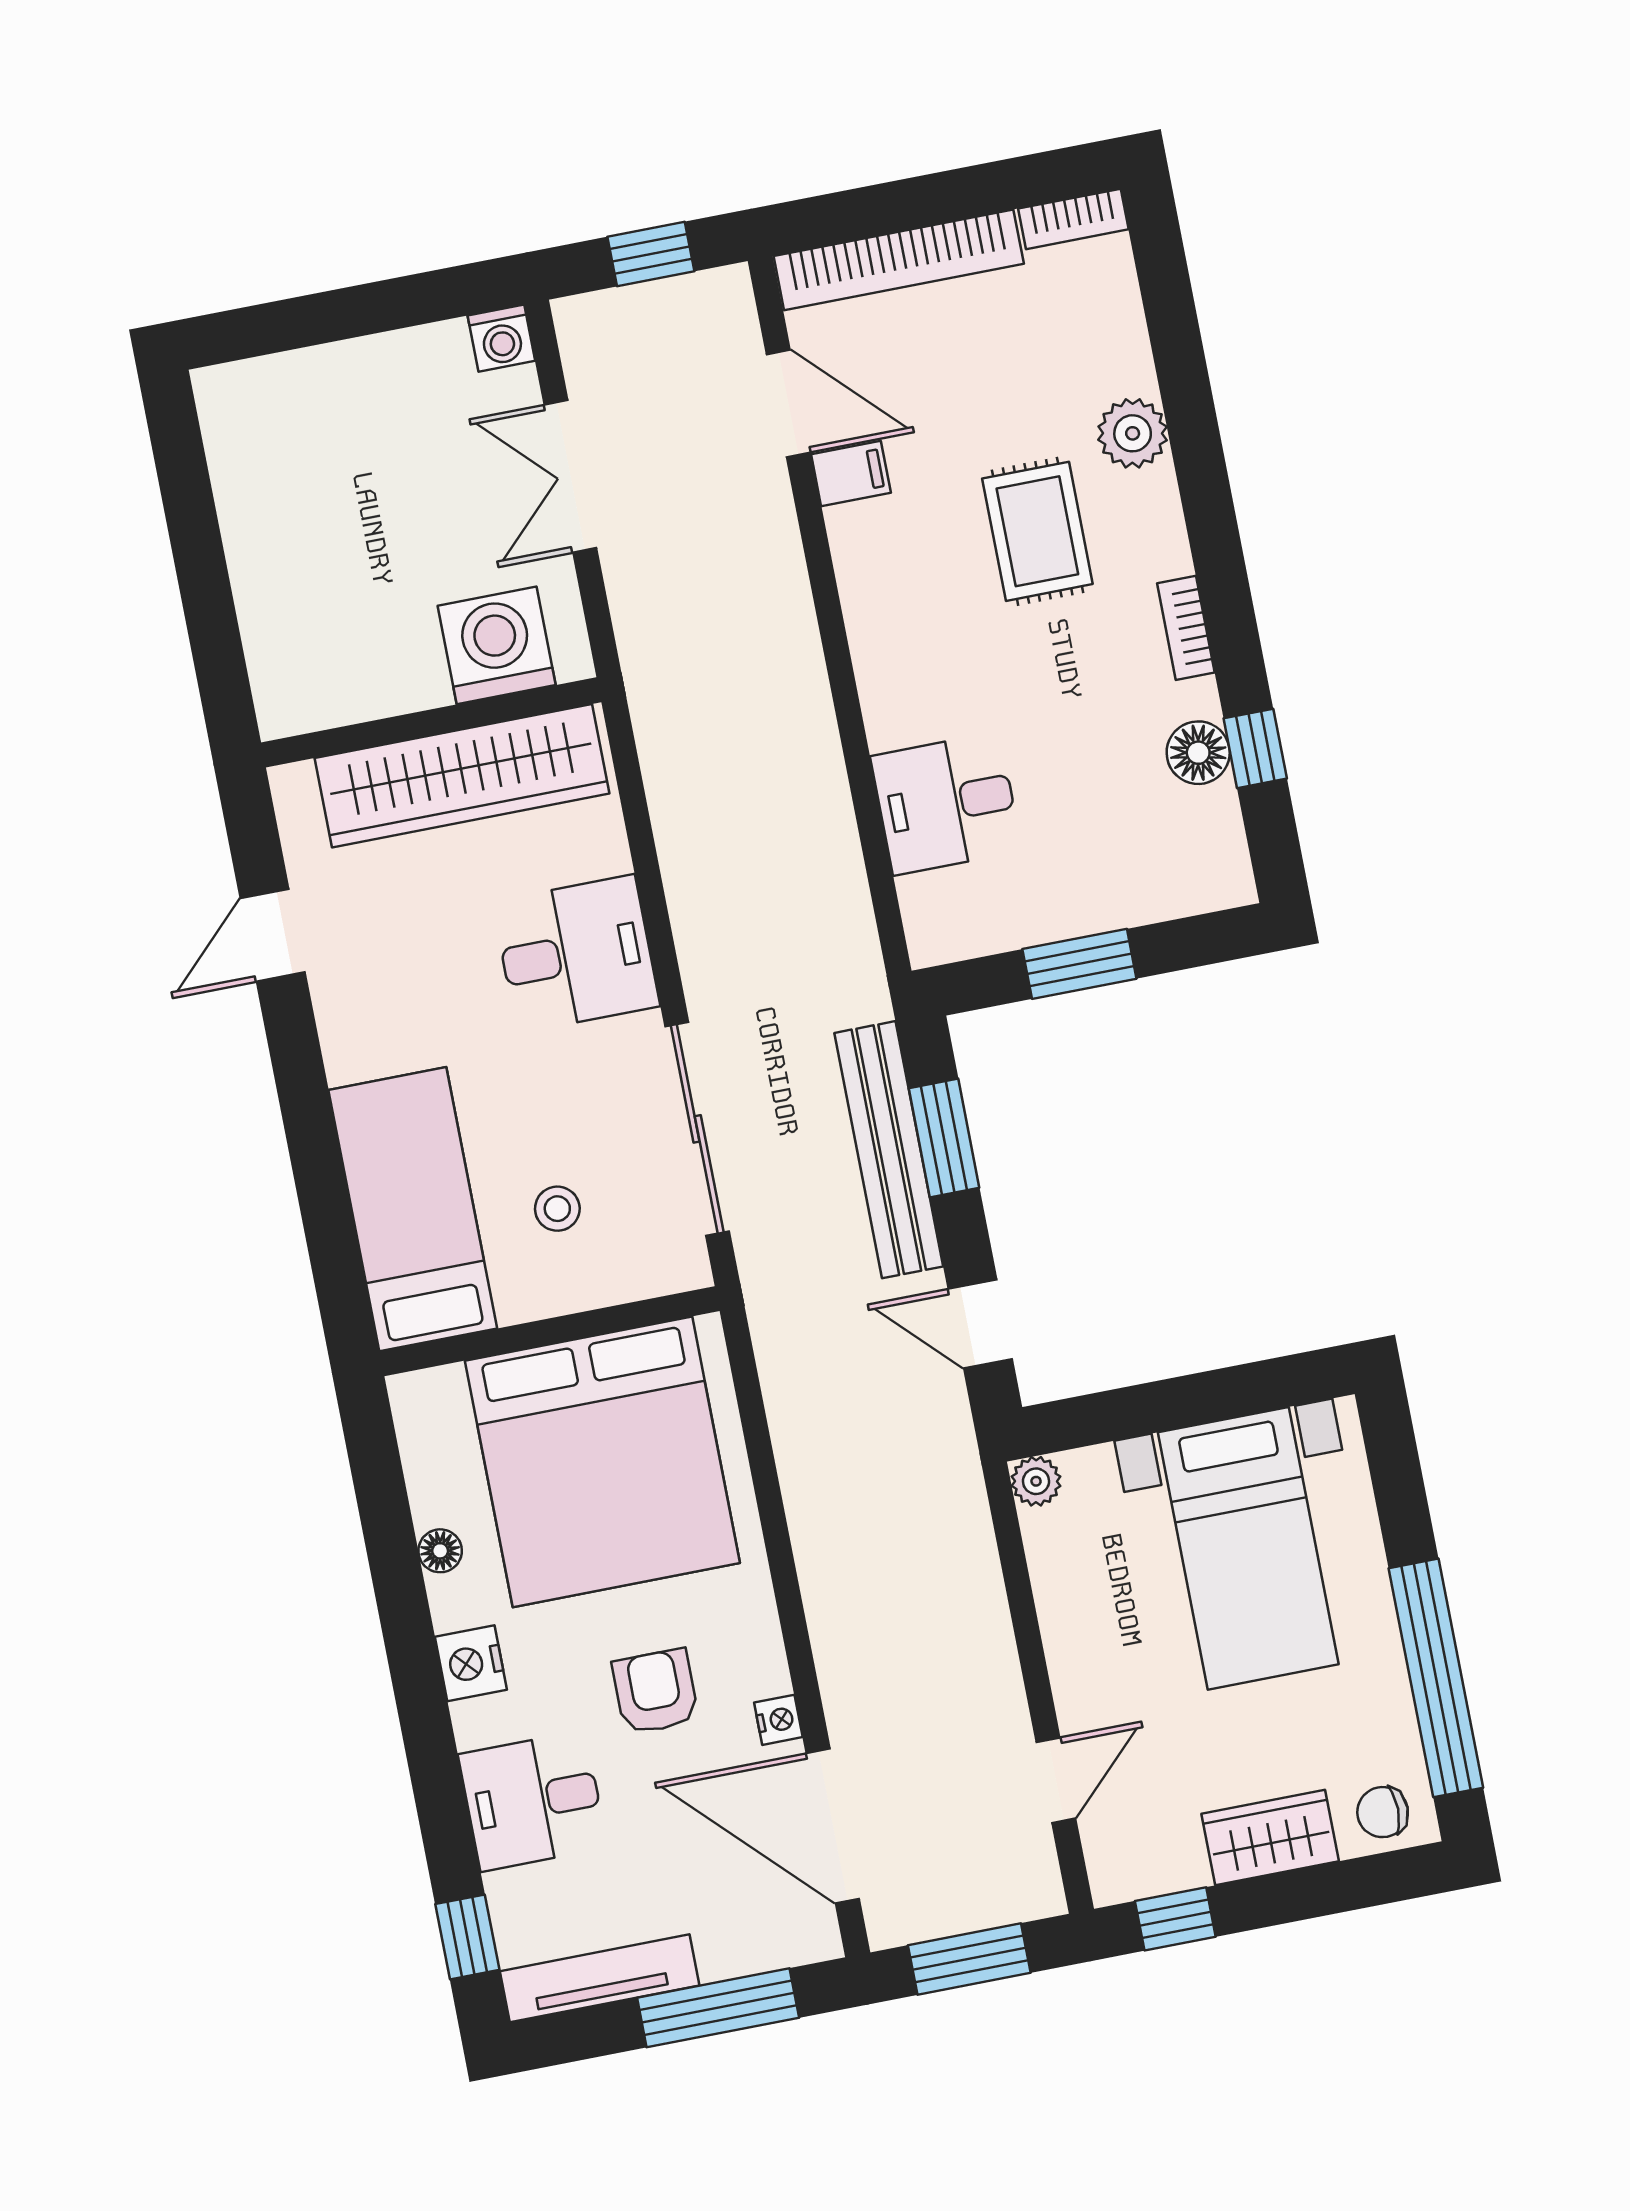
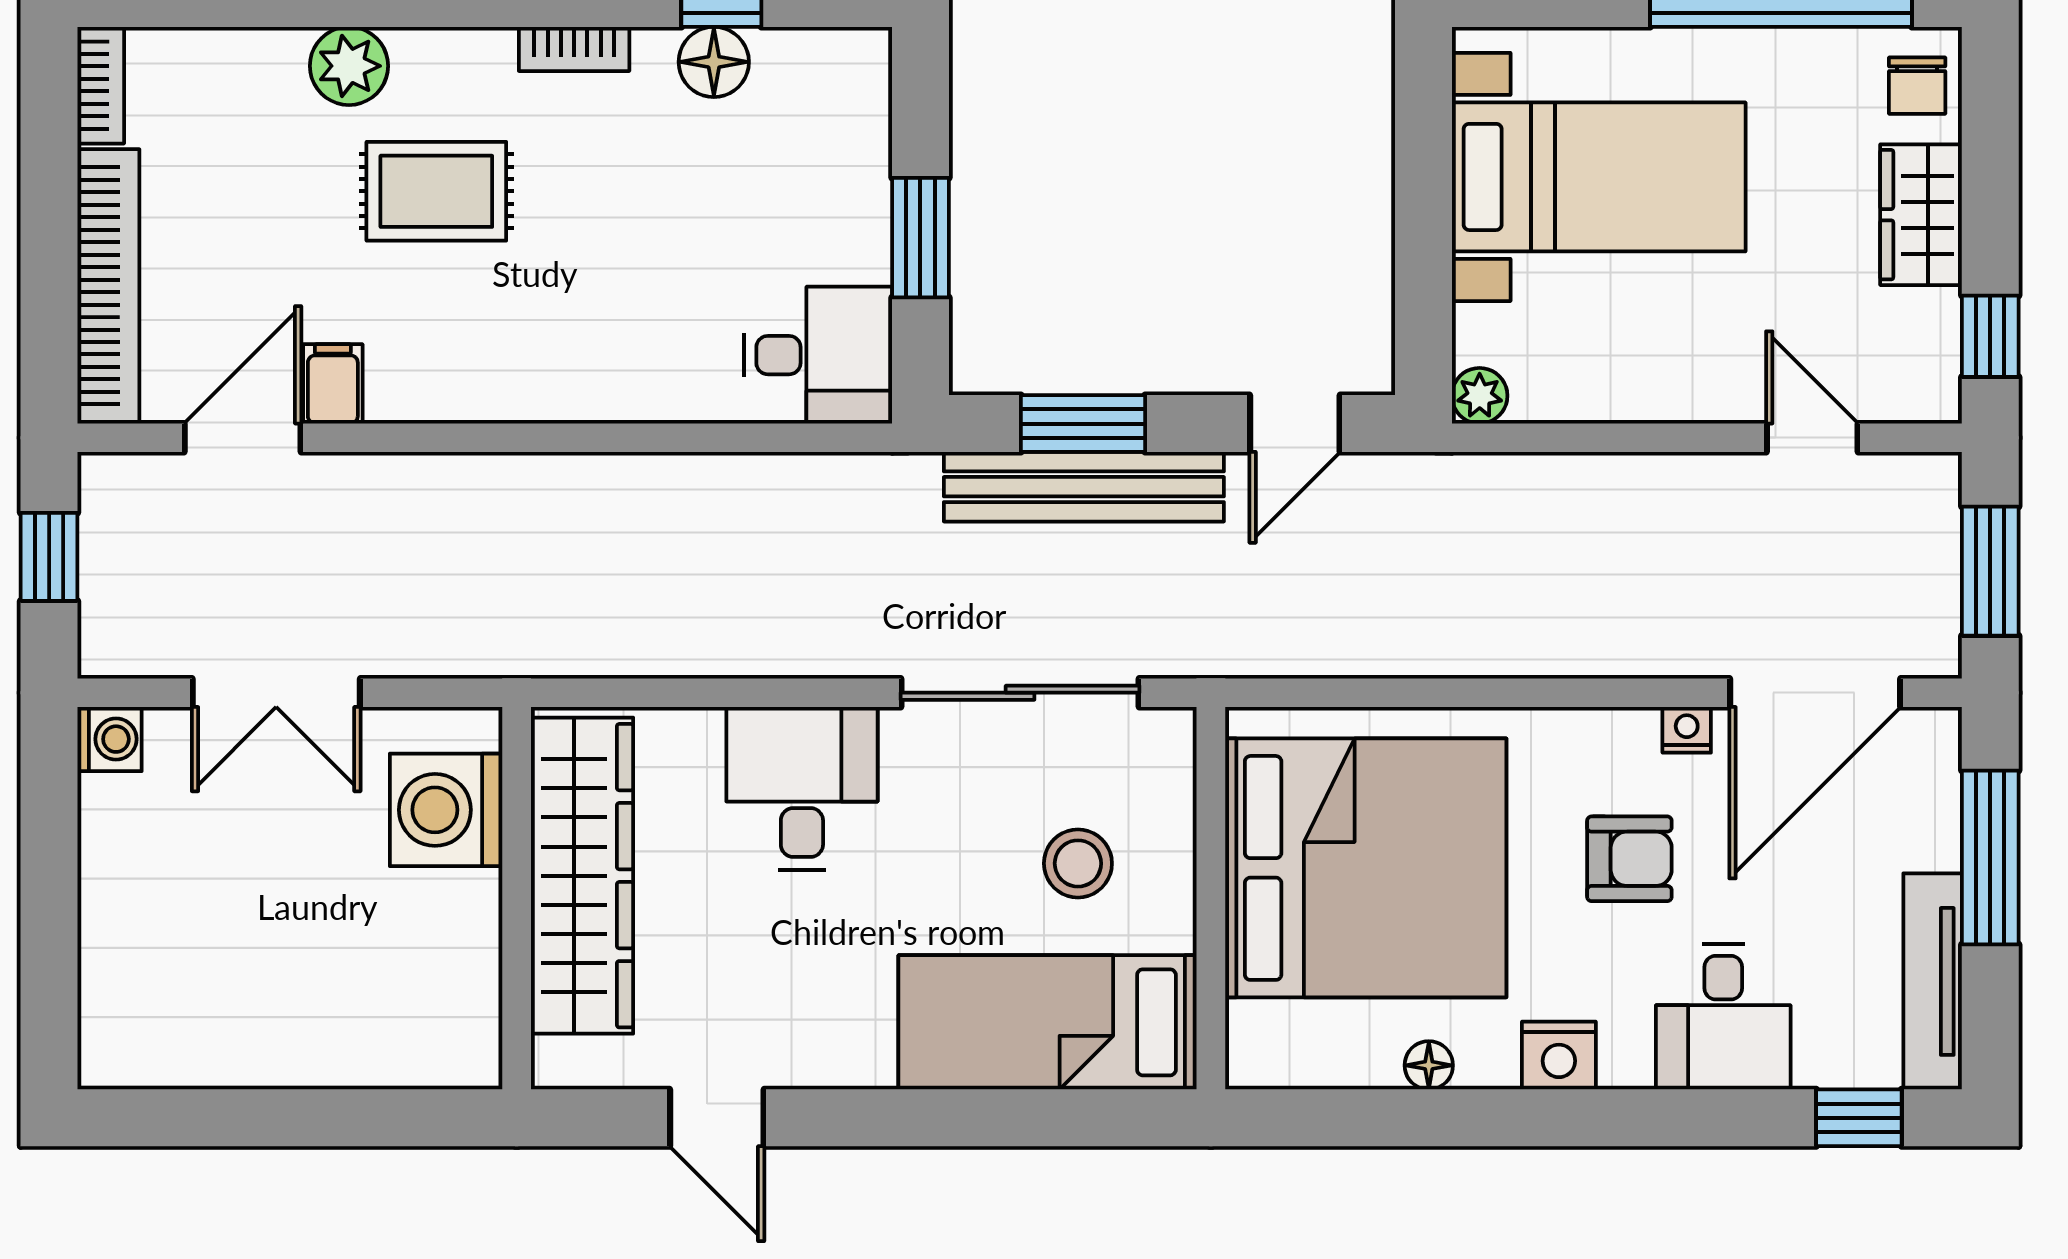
desk: (946, 804) -> (818, 355), moved, turned -90
stool: (557, 1209) -> (1078, 863), width x1.37, depth x1.37
armchair: (655, 1692) -> (1629, 859), turned 180

